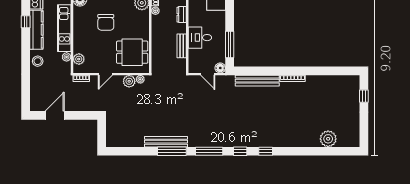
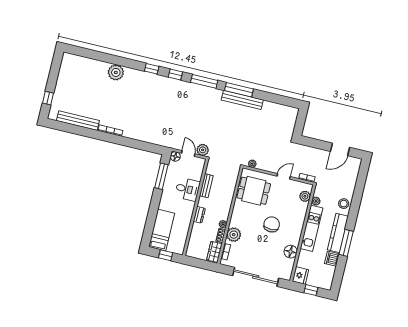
window: (26, 22) -> (346, 243), width x2.17
plant: (129, 81) -> (203, 150), moved
bench: (257, 81) -> (78, 121), moved
plant: (328, 139) -> (116, 72), moved

